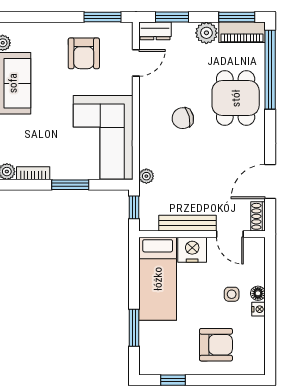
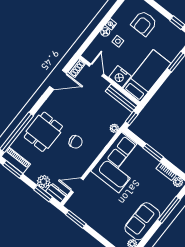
plant: (206, 33) -> (44, 182), moved
armchair: (84, 53) -> (98, 209), removed
bench: (187, 223) -> (122, 98), moved
armchair: (216, 345) -> (144, 23), turned -90

